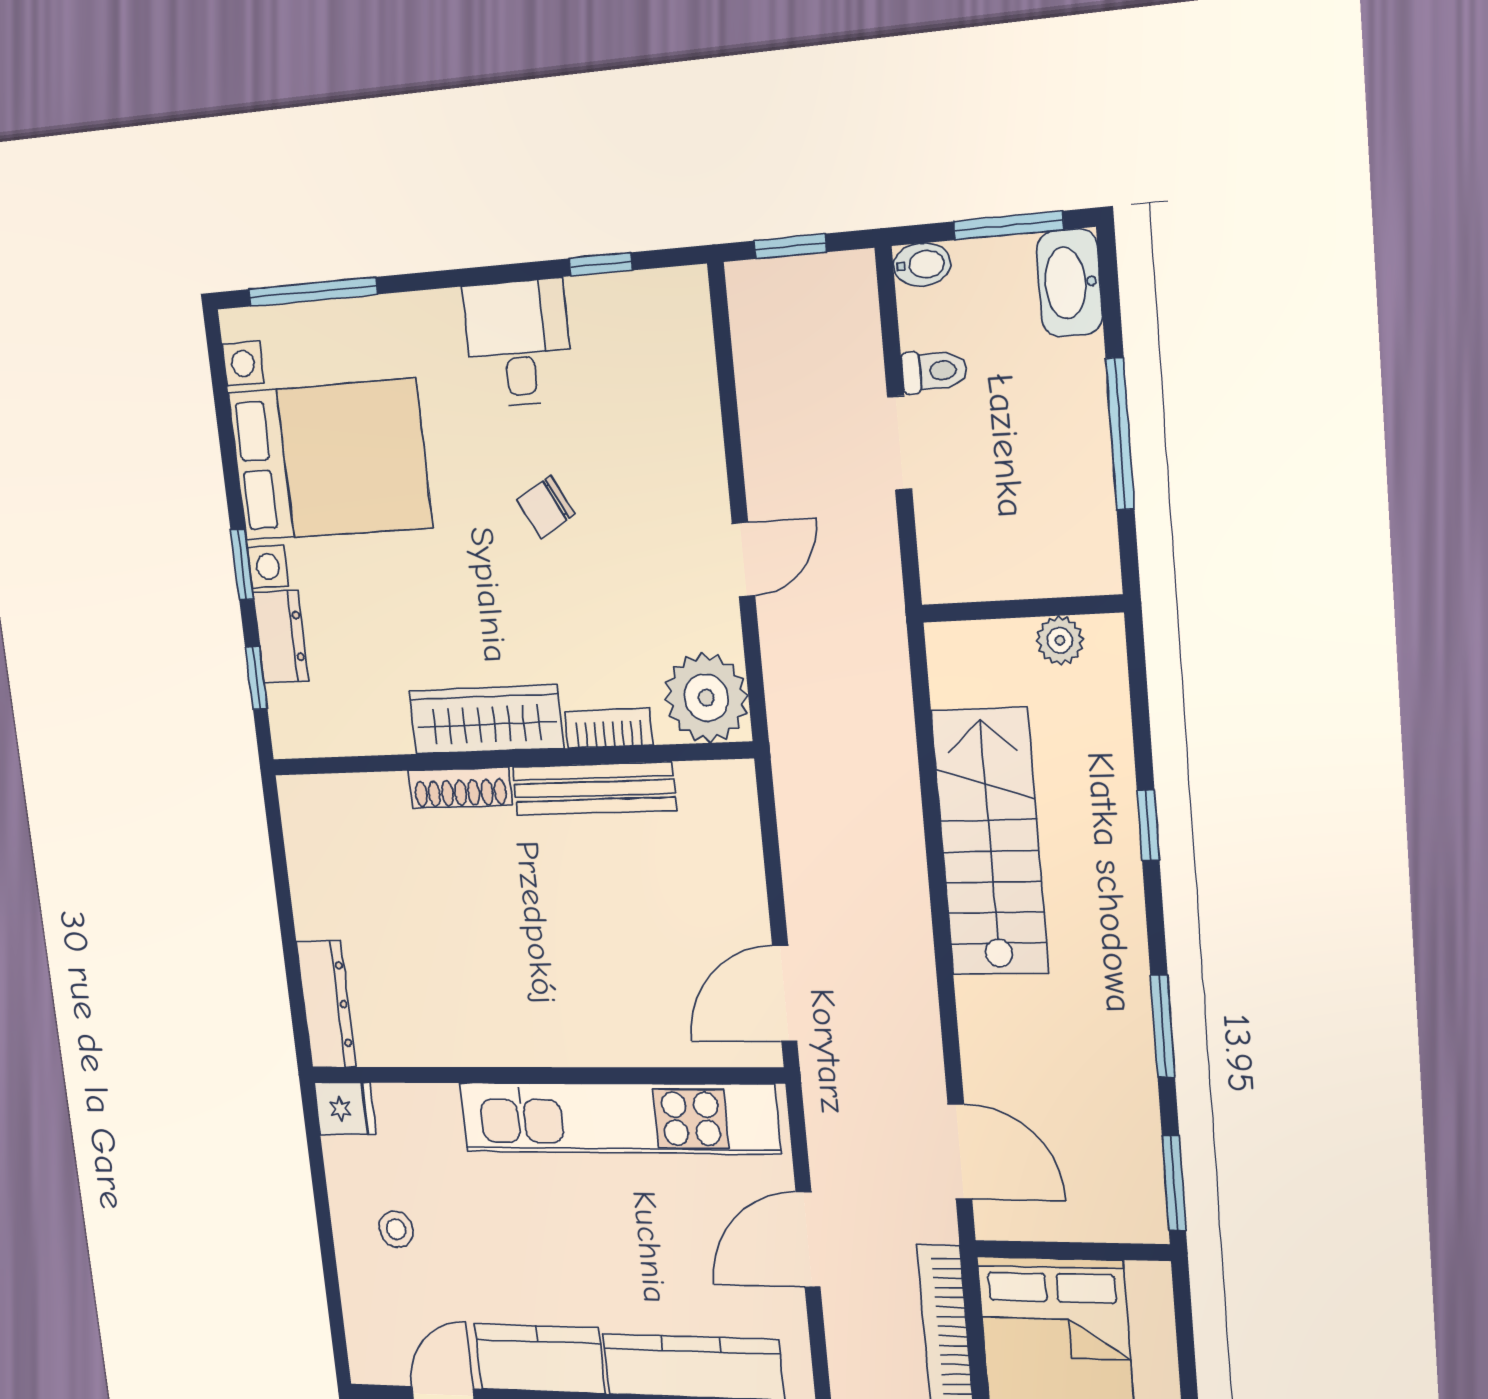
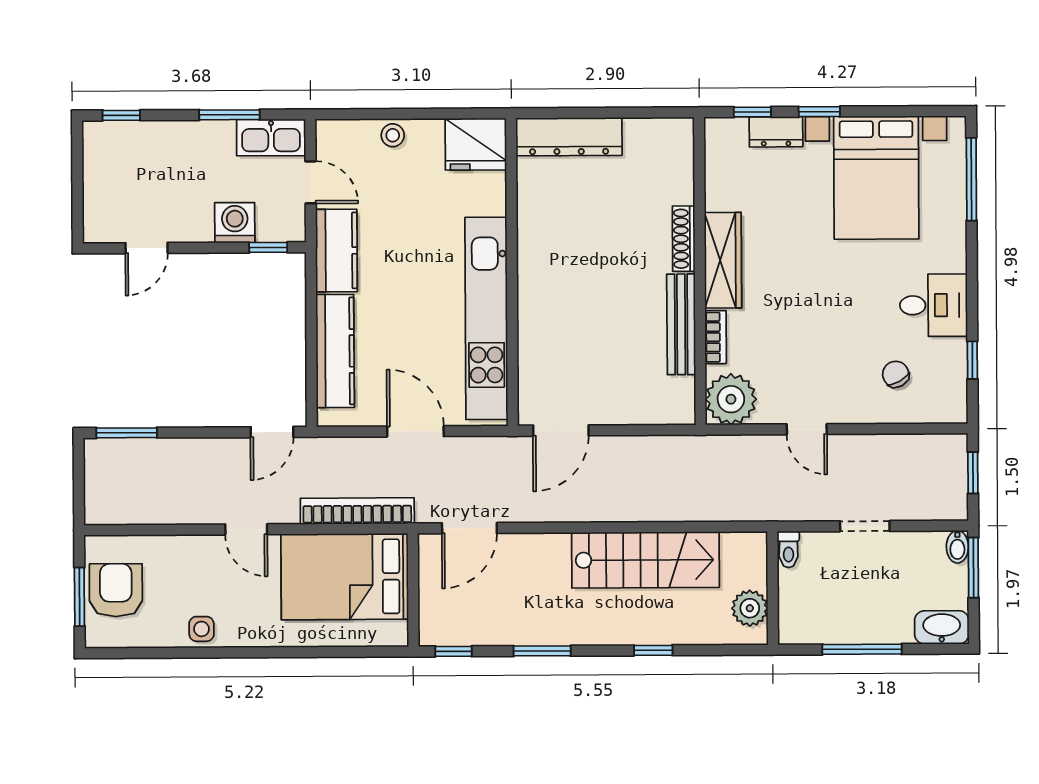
window: (1008, 226) -> (973, 568), moved
toilet: (934, 371) -> (788, 549), moved
chair: (546, 507) -> (896, 374), moved
plant: (1060, 640) -> (750, 608), width x1.38, depth x1.38
door: (785, 993) -> (561, 431), swing flipped
dresser: (326, 1004) -> (569, 137), width x1.37, depth x1.24
fridge: (345, 1109) -> (476, 144), width x1.88, depth x1.34
window: (1174, 1183) -> (453, 651), width x0.67
stool: (396, 1229) -> (393, 135), moved

